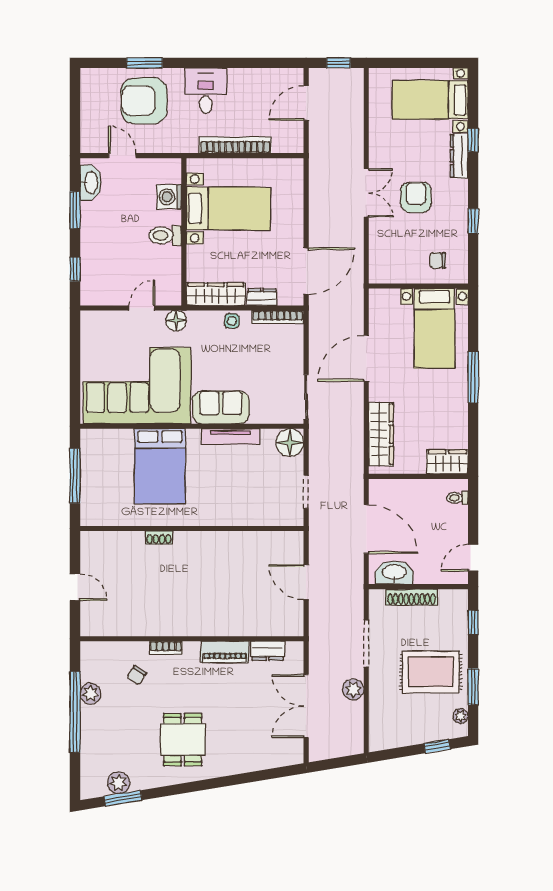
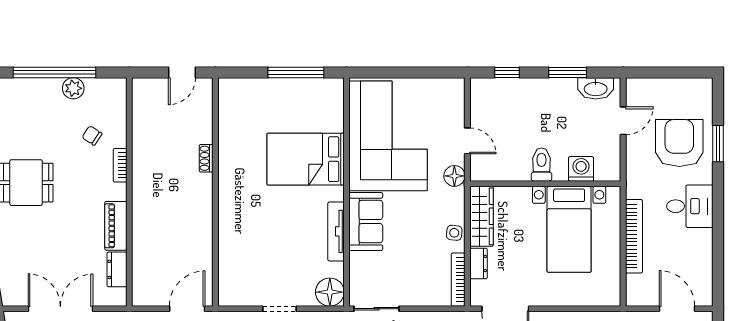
wall: (192, 528) -> (215, 192), moved
shoe rack: (159, 537) -> (206, 158), moved

